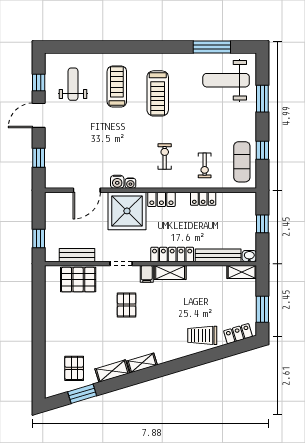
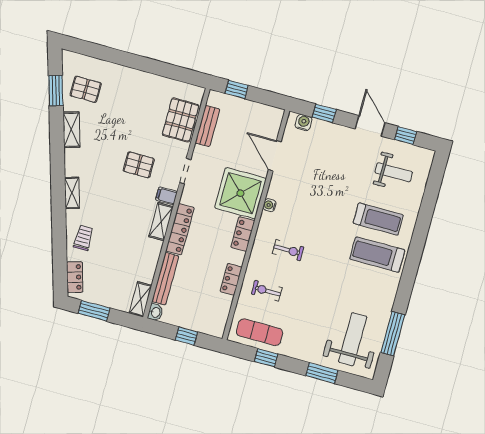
treadmill: (158, 93) -> (377, 255), moved
water cooler: (117, 182) -> (303, 122), moved, turned 90
trolley: (202, 335) -> (83, 238), width x0.73, depth x0.72
shelving: (142, 363) -> (72, 193), moved

